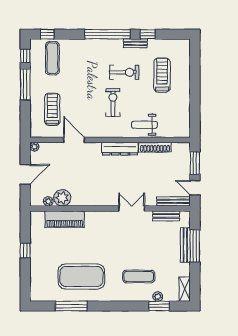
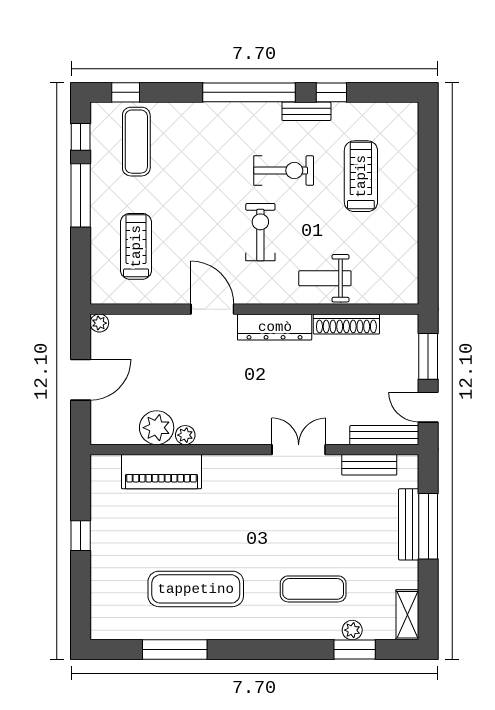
door: (74, 140) -> (212, 309), moved
plant: (48, 201) -> (185, 435), moved
exercise mat: (81, 276) -> (196, 589), width x0.68

